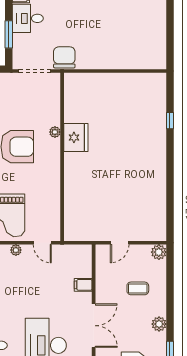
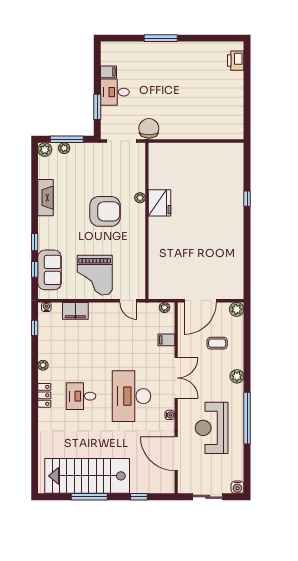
window: (170, 121) -> (247, 199), moved
door: (120, 243) -> (200, 301), width x1.88
plant: (16, 250) -> (164, 308), moved

